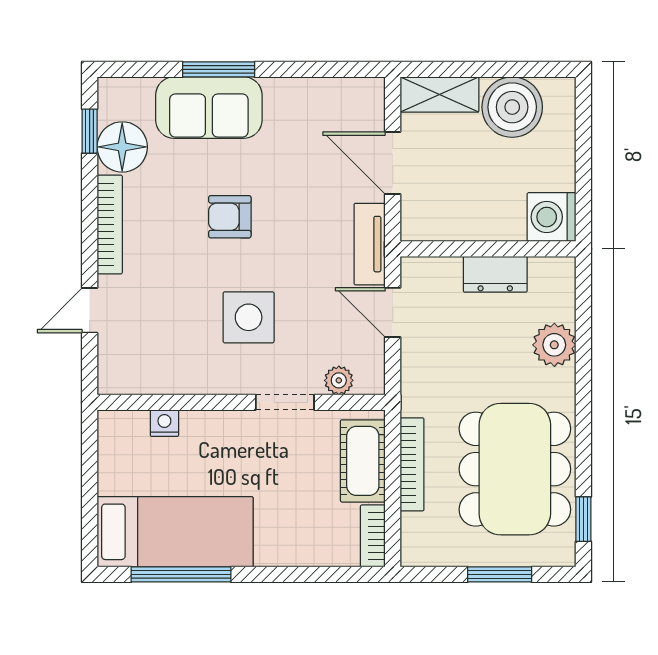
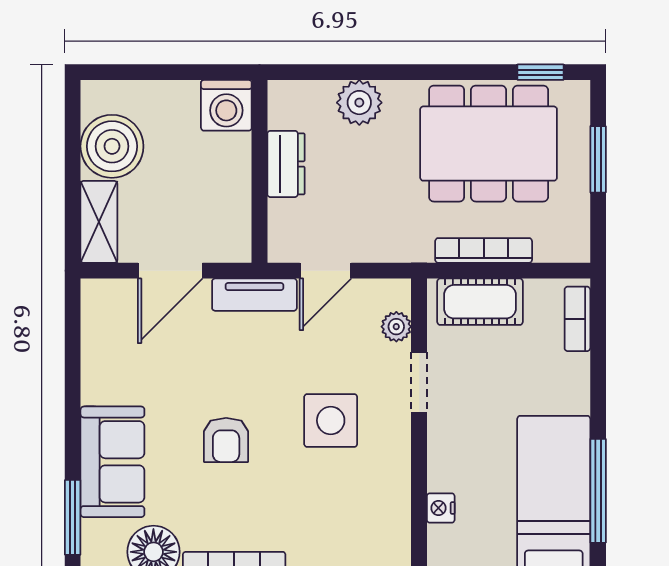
window: (219, 69) -> (73, 517), moved
bookcase: (373, 536) -> (577, 319), moved, turned 90

